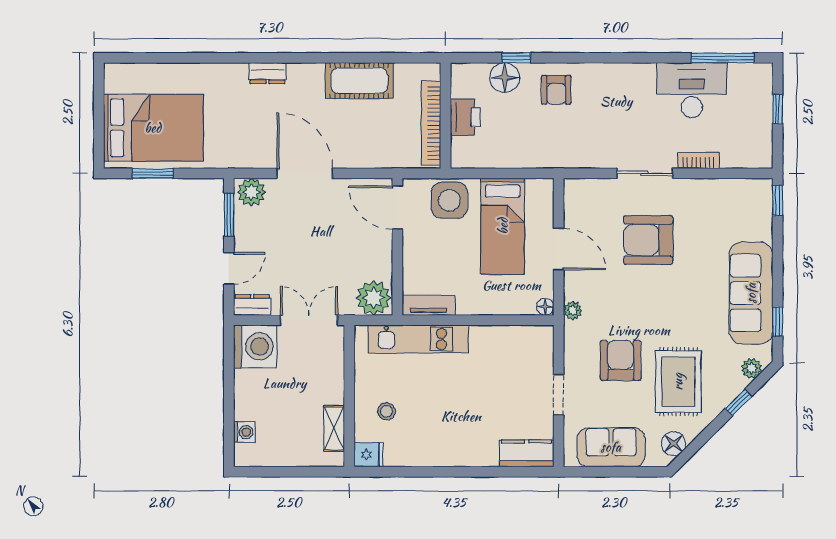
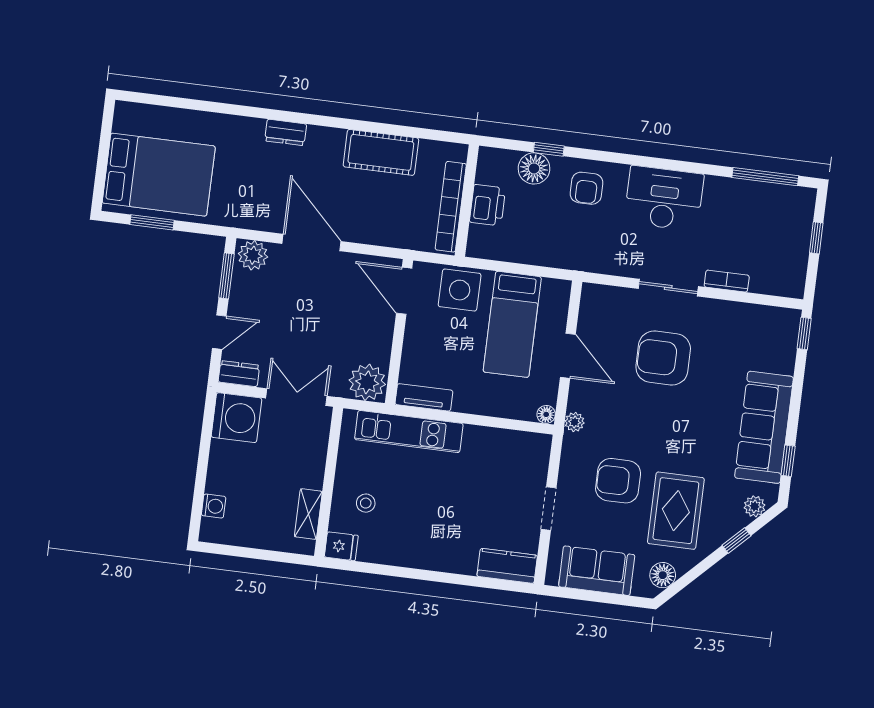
desk: (692, 90) -> (664, 198), moved
armchair: (621, 360) -> (618, 481), turned -90

